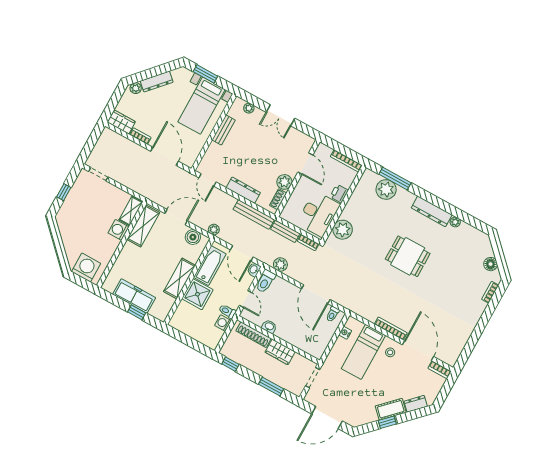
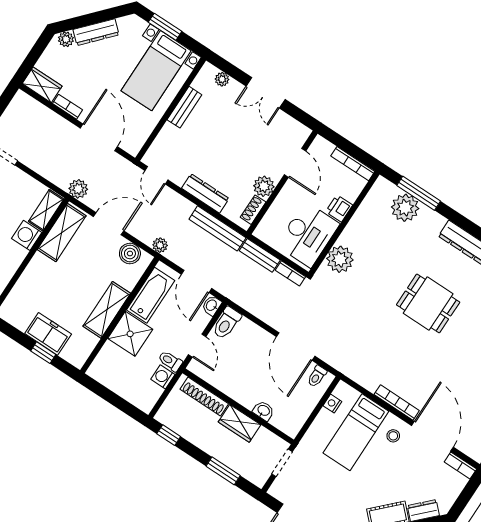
plant: (280, 265) -> (78, 189), moved
freezer: (134, 296) -> (48, 334), width x0.71
washbasin: (269, 327) -> (263, 411), moved

